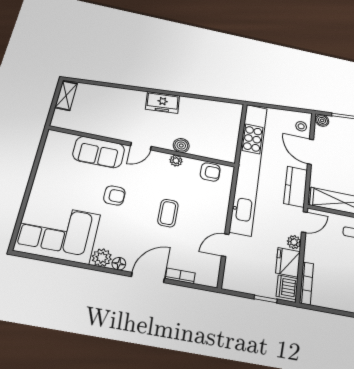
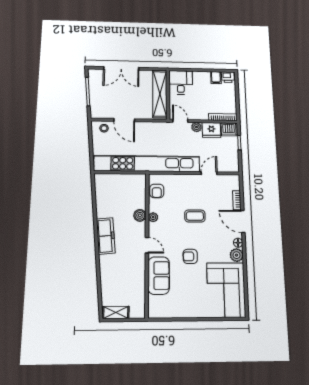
freezer: (163, 102) -> (106, 236), width x1.40
boiler: (322, 120) -> (95, 113), removed
door: (310, 152) -> (124, 120), hinge flipped
armchair: (210, 172) -> (157, 191), turned 180
kitchen counter: (296, 187) -> (155, 129), removed
armchair: (114, 196) -> (190, 256), turned -90
door: (225, 245) -> (209, 173), swing flipped

